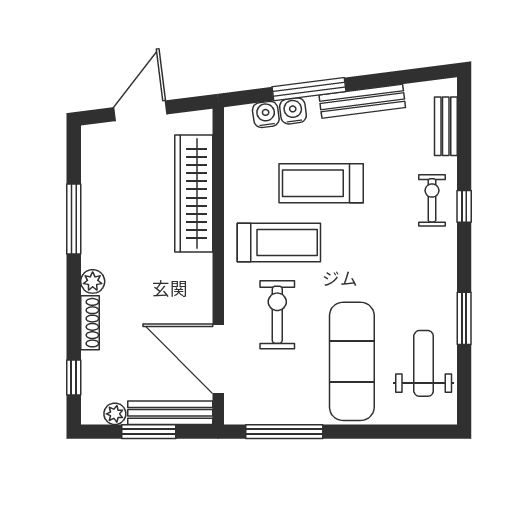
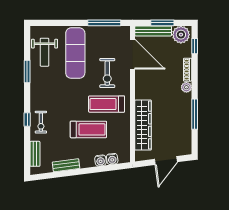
window: (309, 89) -> (94, 170), removed
bench: (362, 101) -> (66, 165), width x0.73
plant: (115, 414) -> (181, 35), width x1.88, depth x1.88

